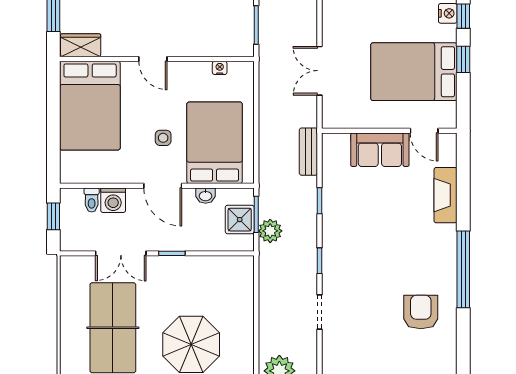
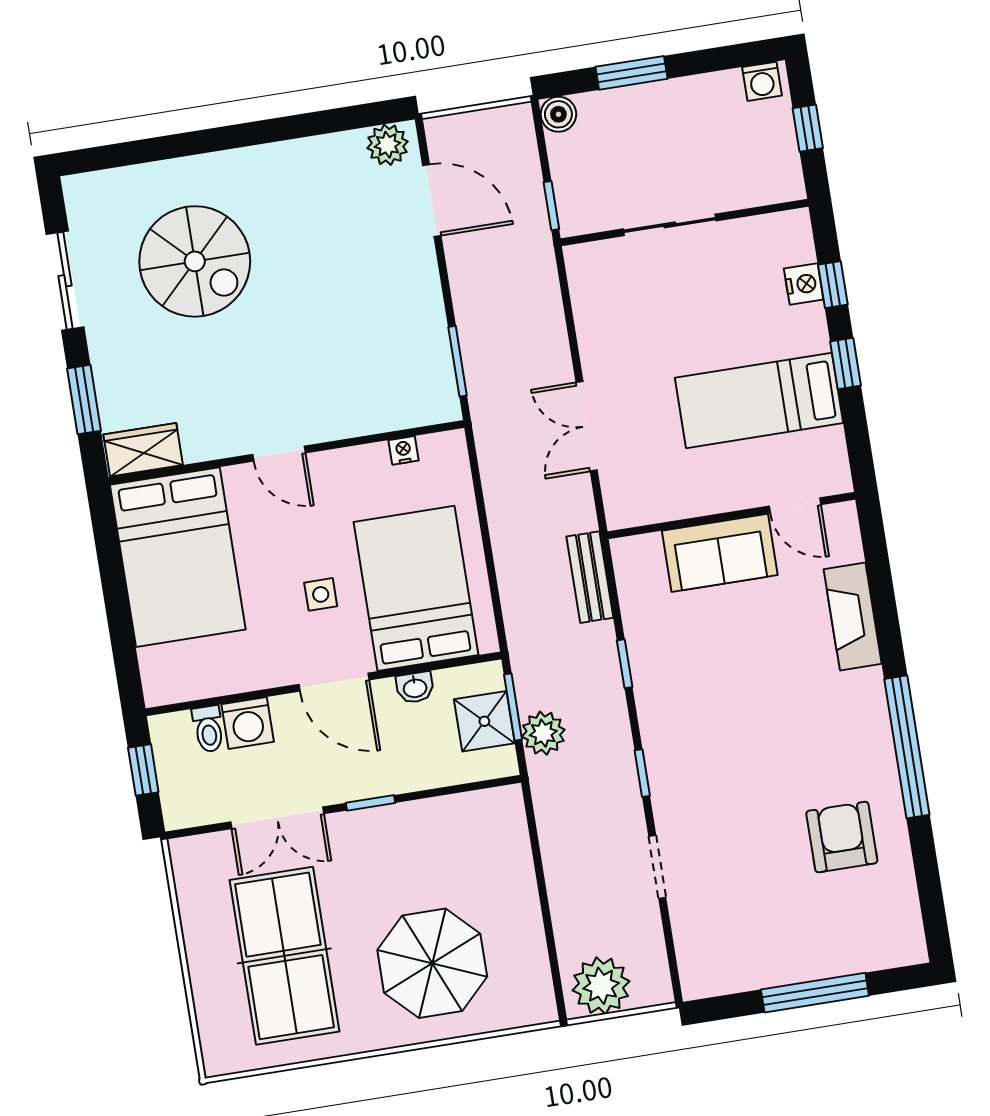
bed: (414, 72) -> (759, 400), width x0.67

